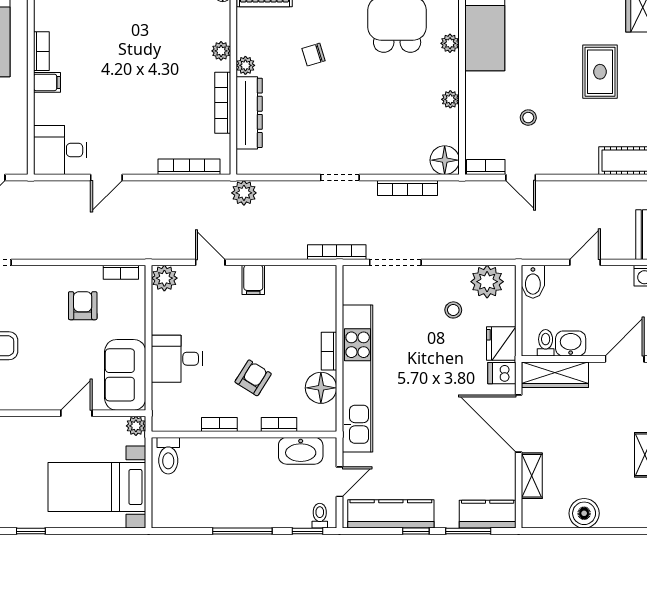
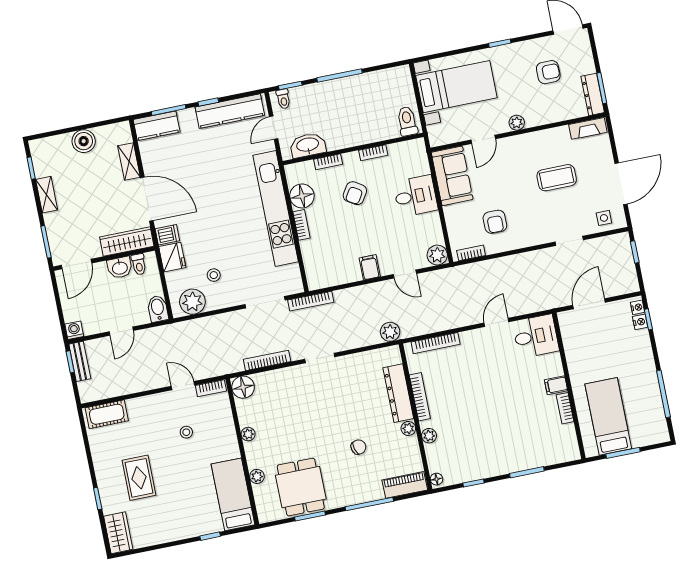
plant: (136, 426) -> (517, 123), moved

